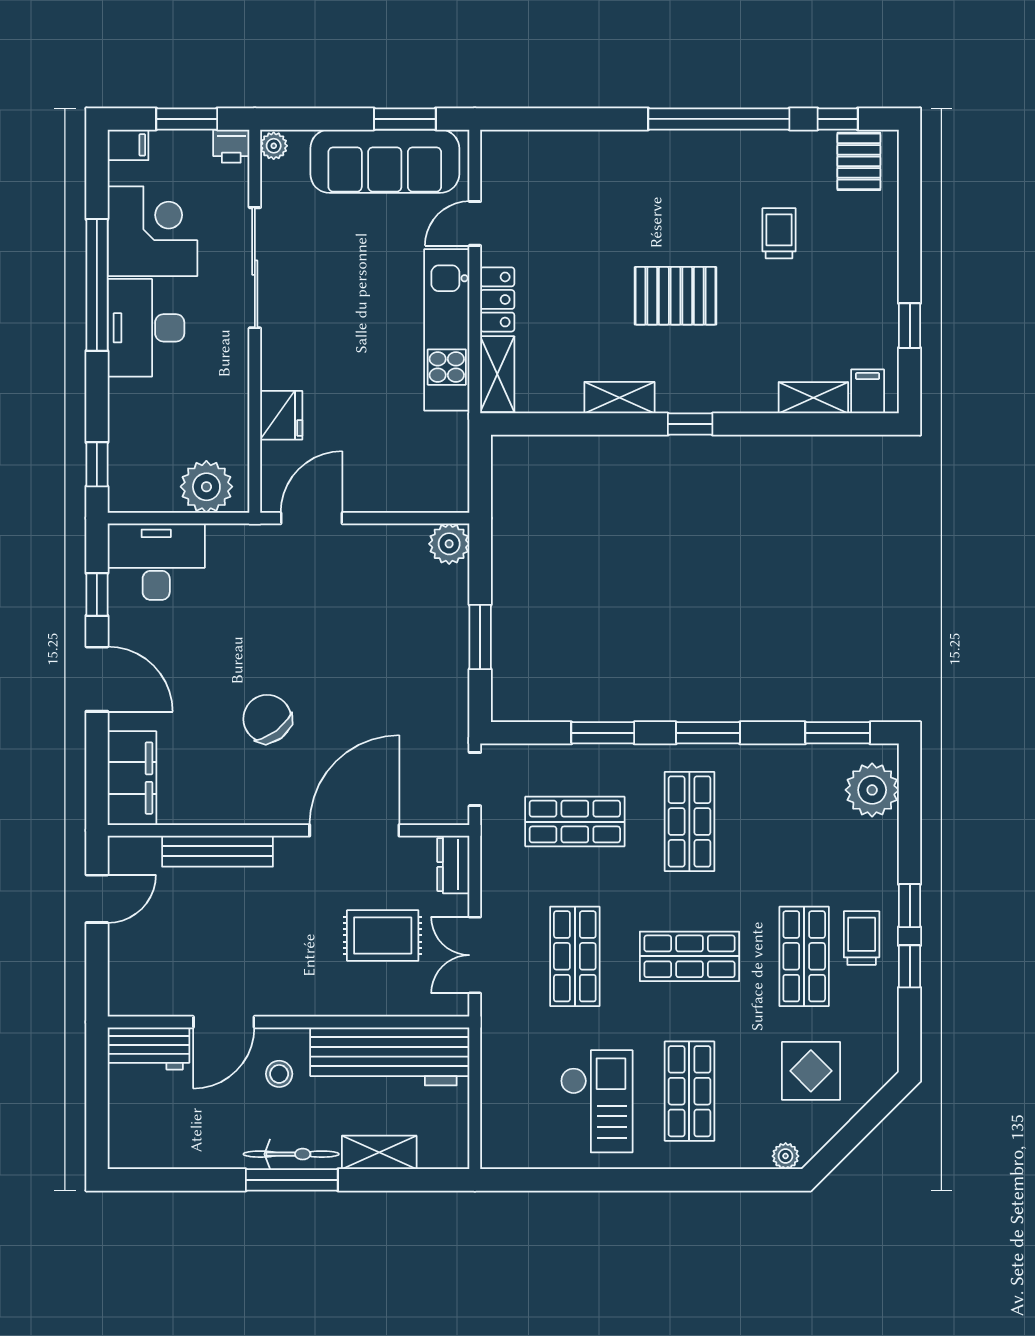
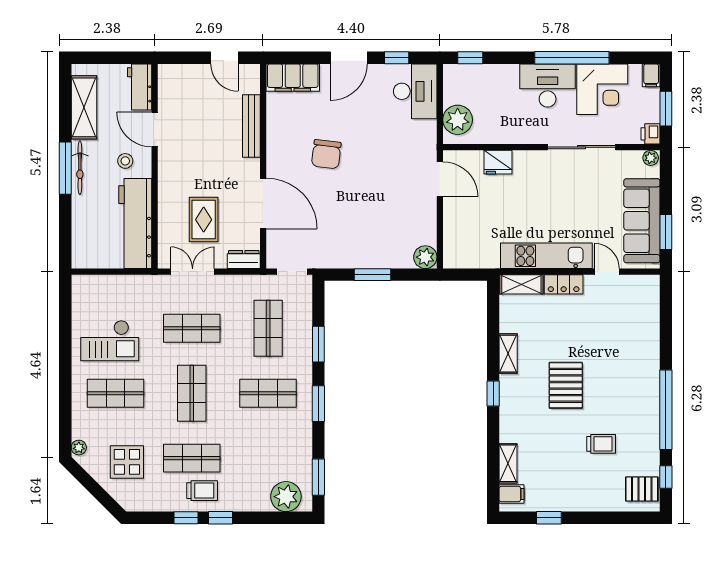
chair: (267, 719) -> (326, 154), turned 134
shelving: (379, 1152) -> (84, 107), moved, width x1.50, depth x1.33

